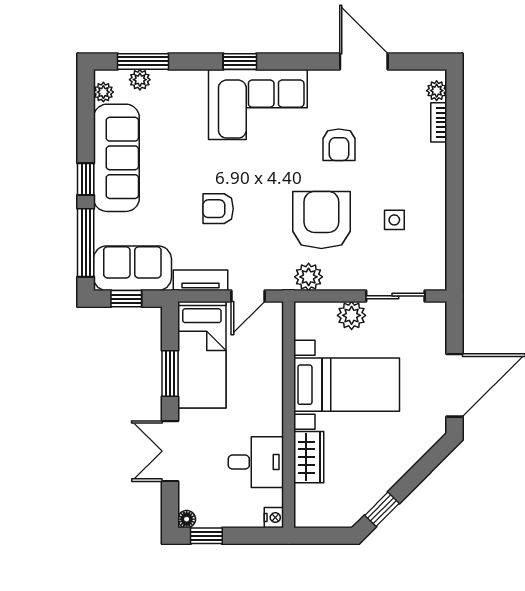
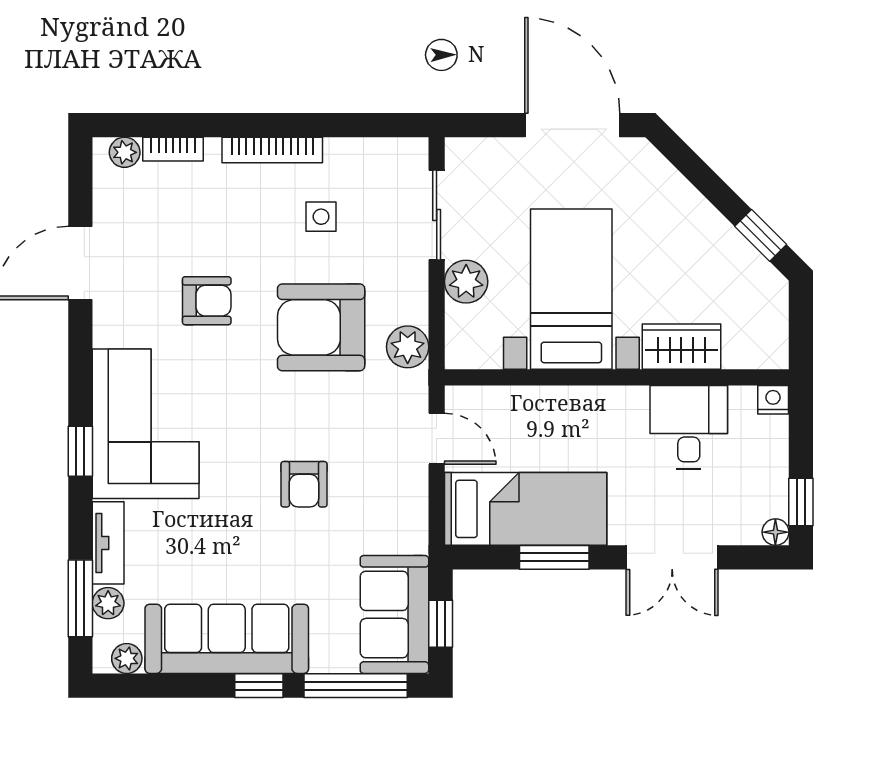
bookcase: (438, 188) -> (272, 150), added
tv unit: (201, 280) -> (108, 543), moved, turned 180

